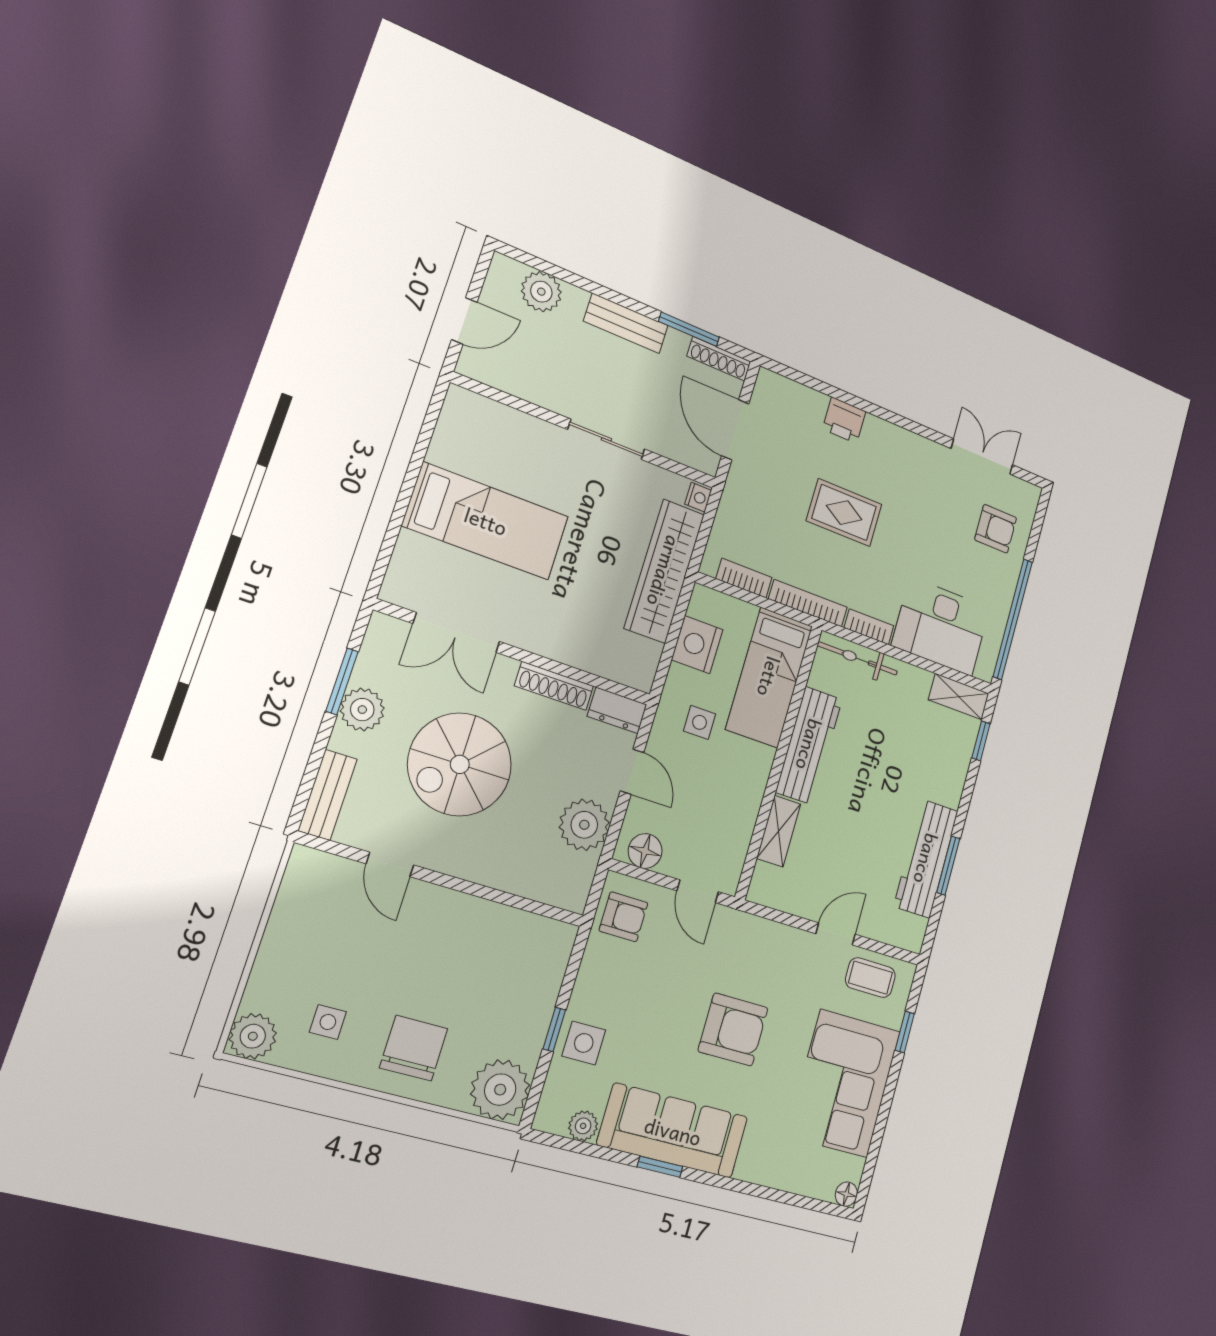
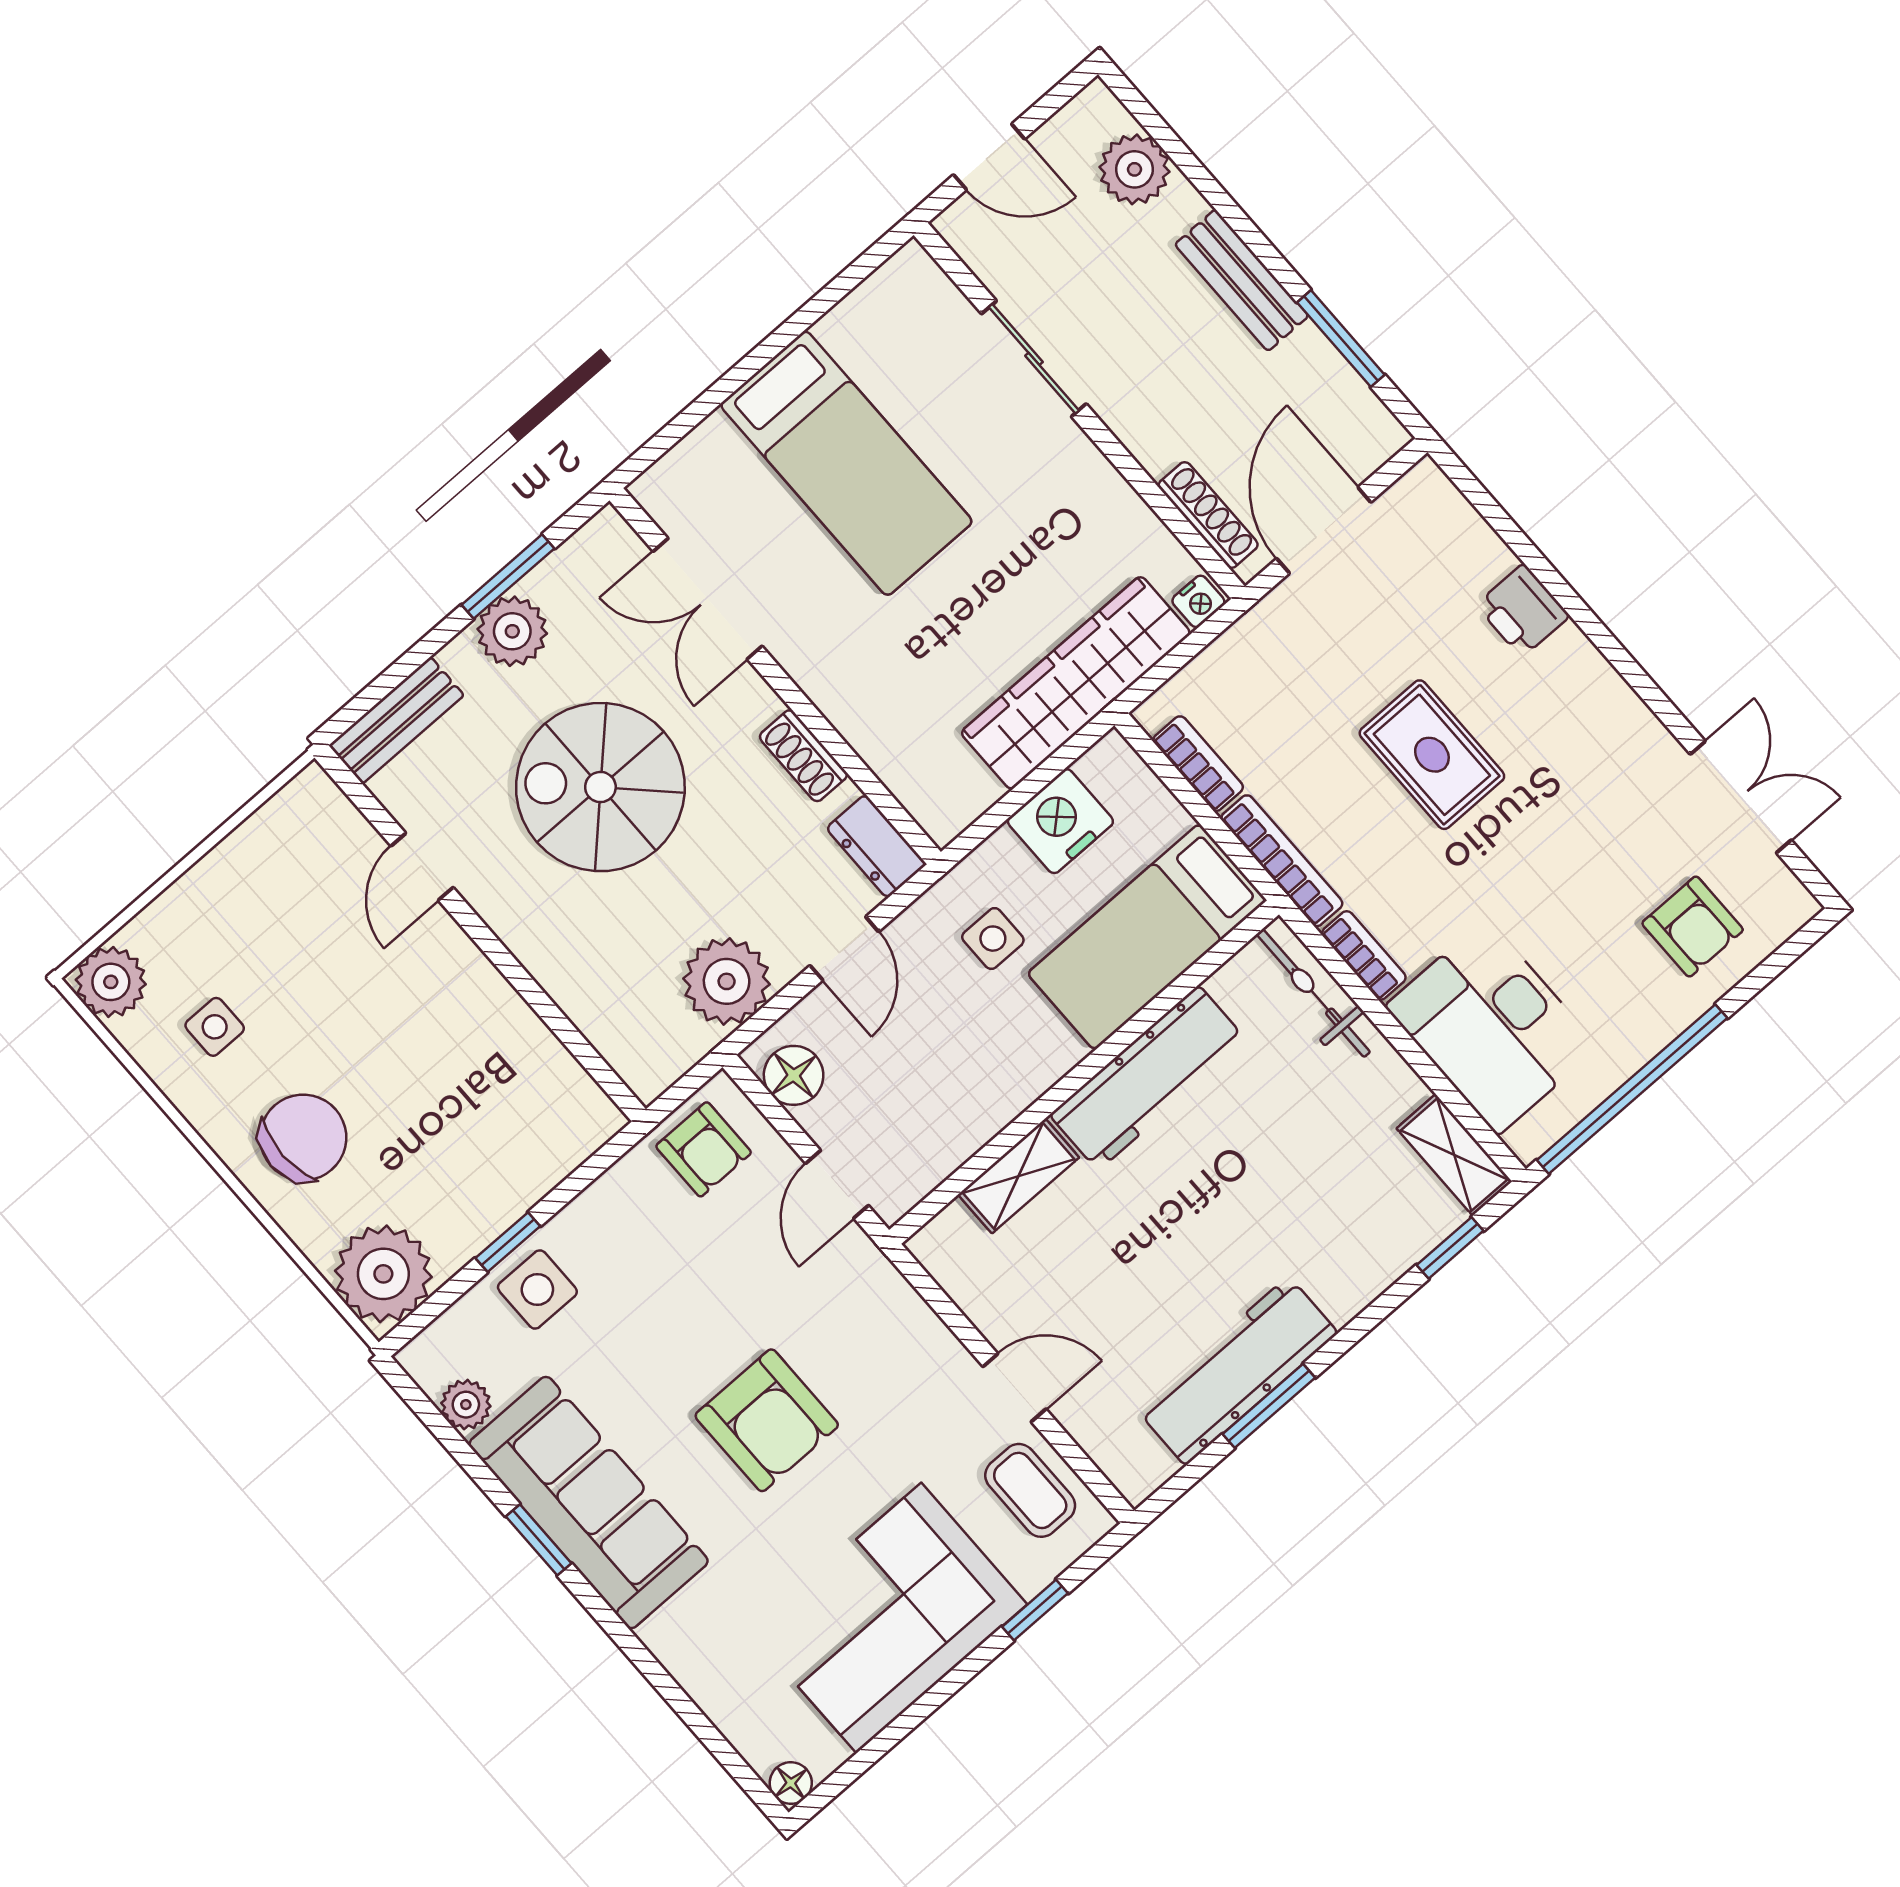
shoe rack: (719, 359) -> (1208, 515), moved, turned 180
sliding door: (606, 439) -> (1034, 359), moved
shoe rack: (554, 686) -> (803, 756), width x0.70

